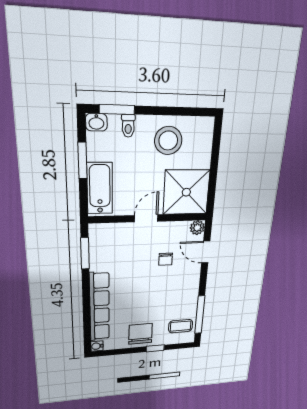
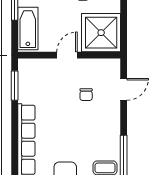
plant: (197, 228) -> (114, 65), removed
door: (206, 252) -> (124, 89), swing flipped

